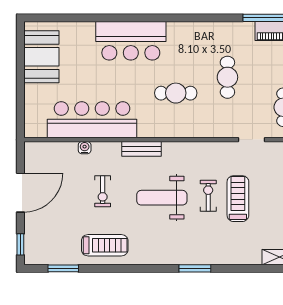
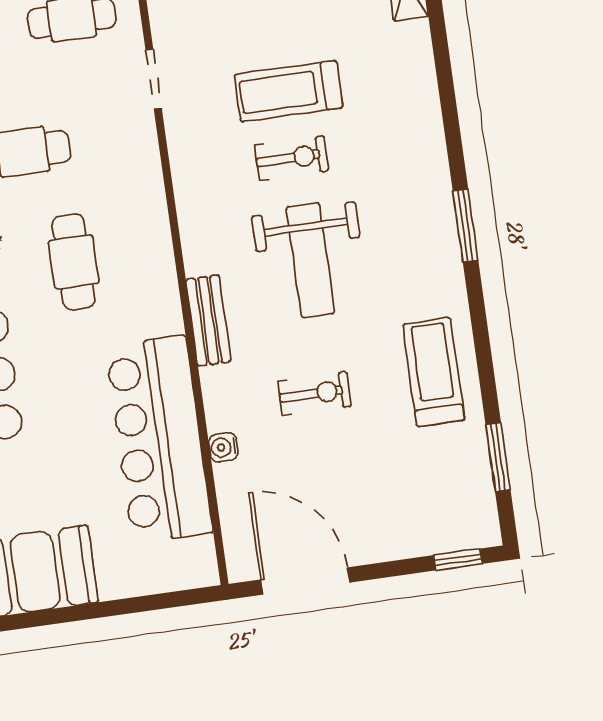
door: (20, 193) -> (305, 581), moved
exercise bike: (208, 196) -> (292, 158), turned 180
window: (195, 268) -> (466, 226), moved

